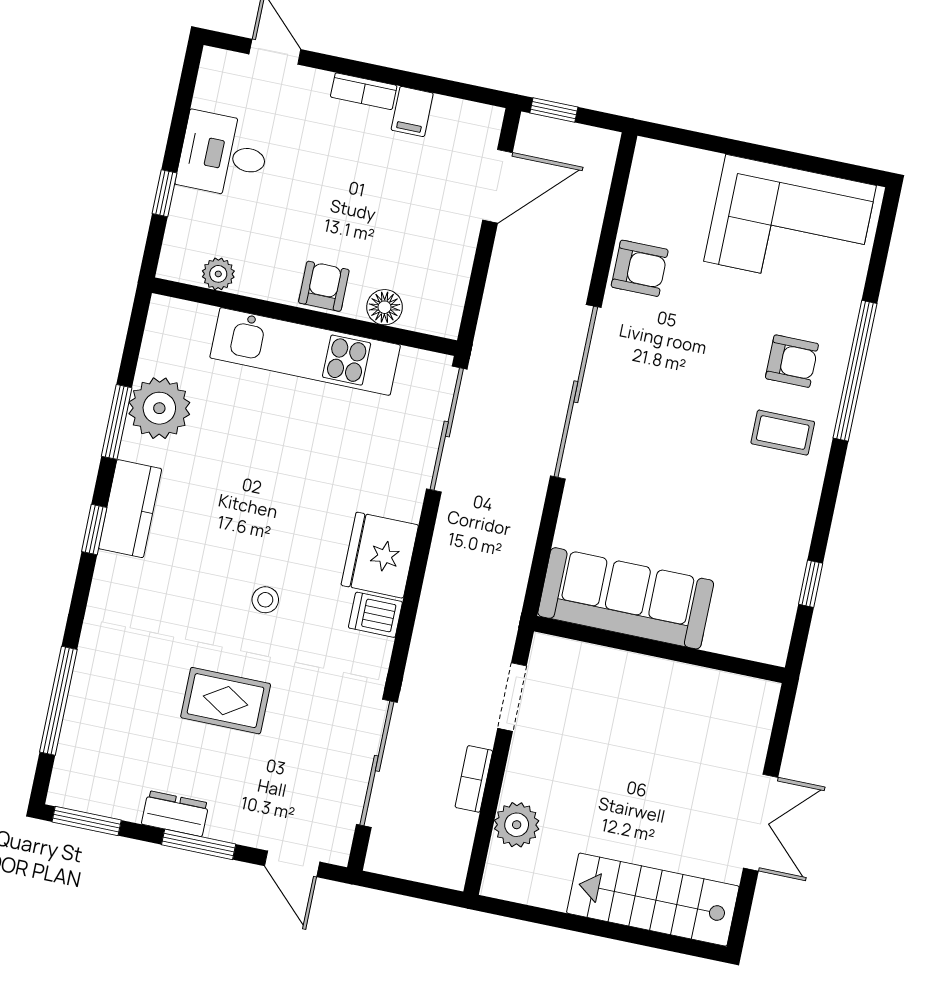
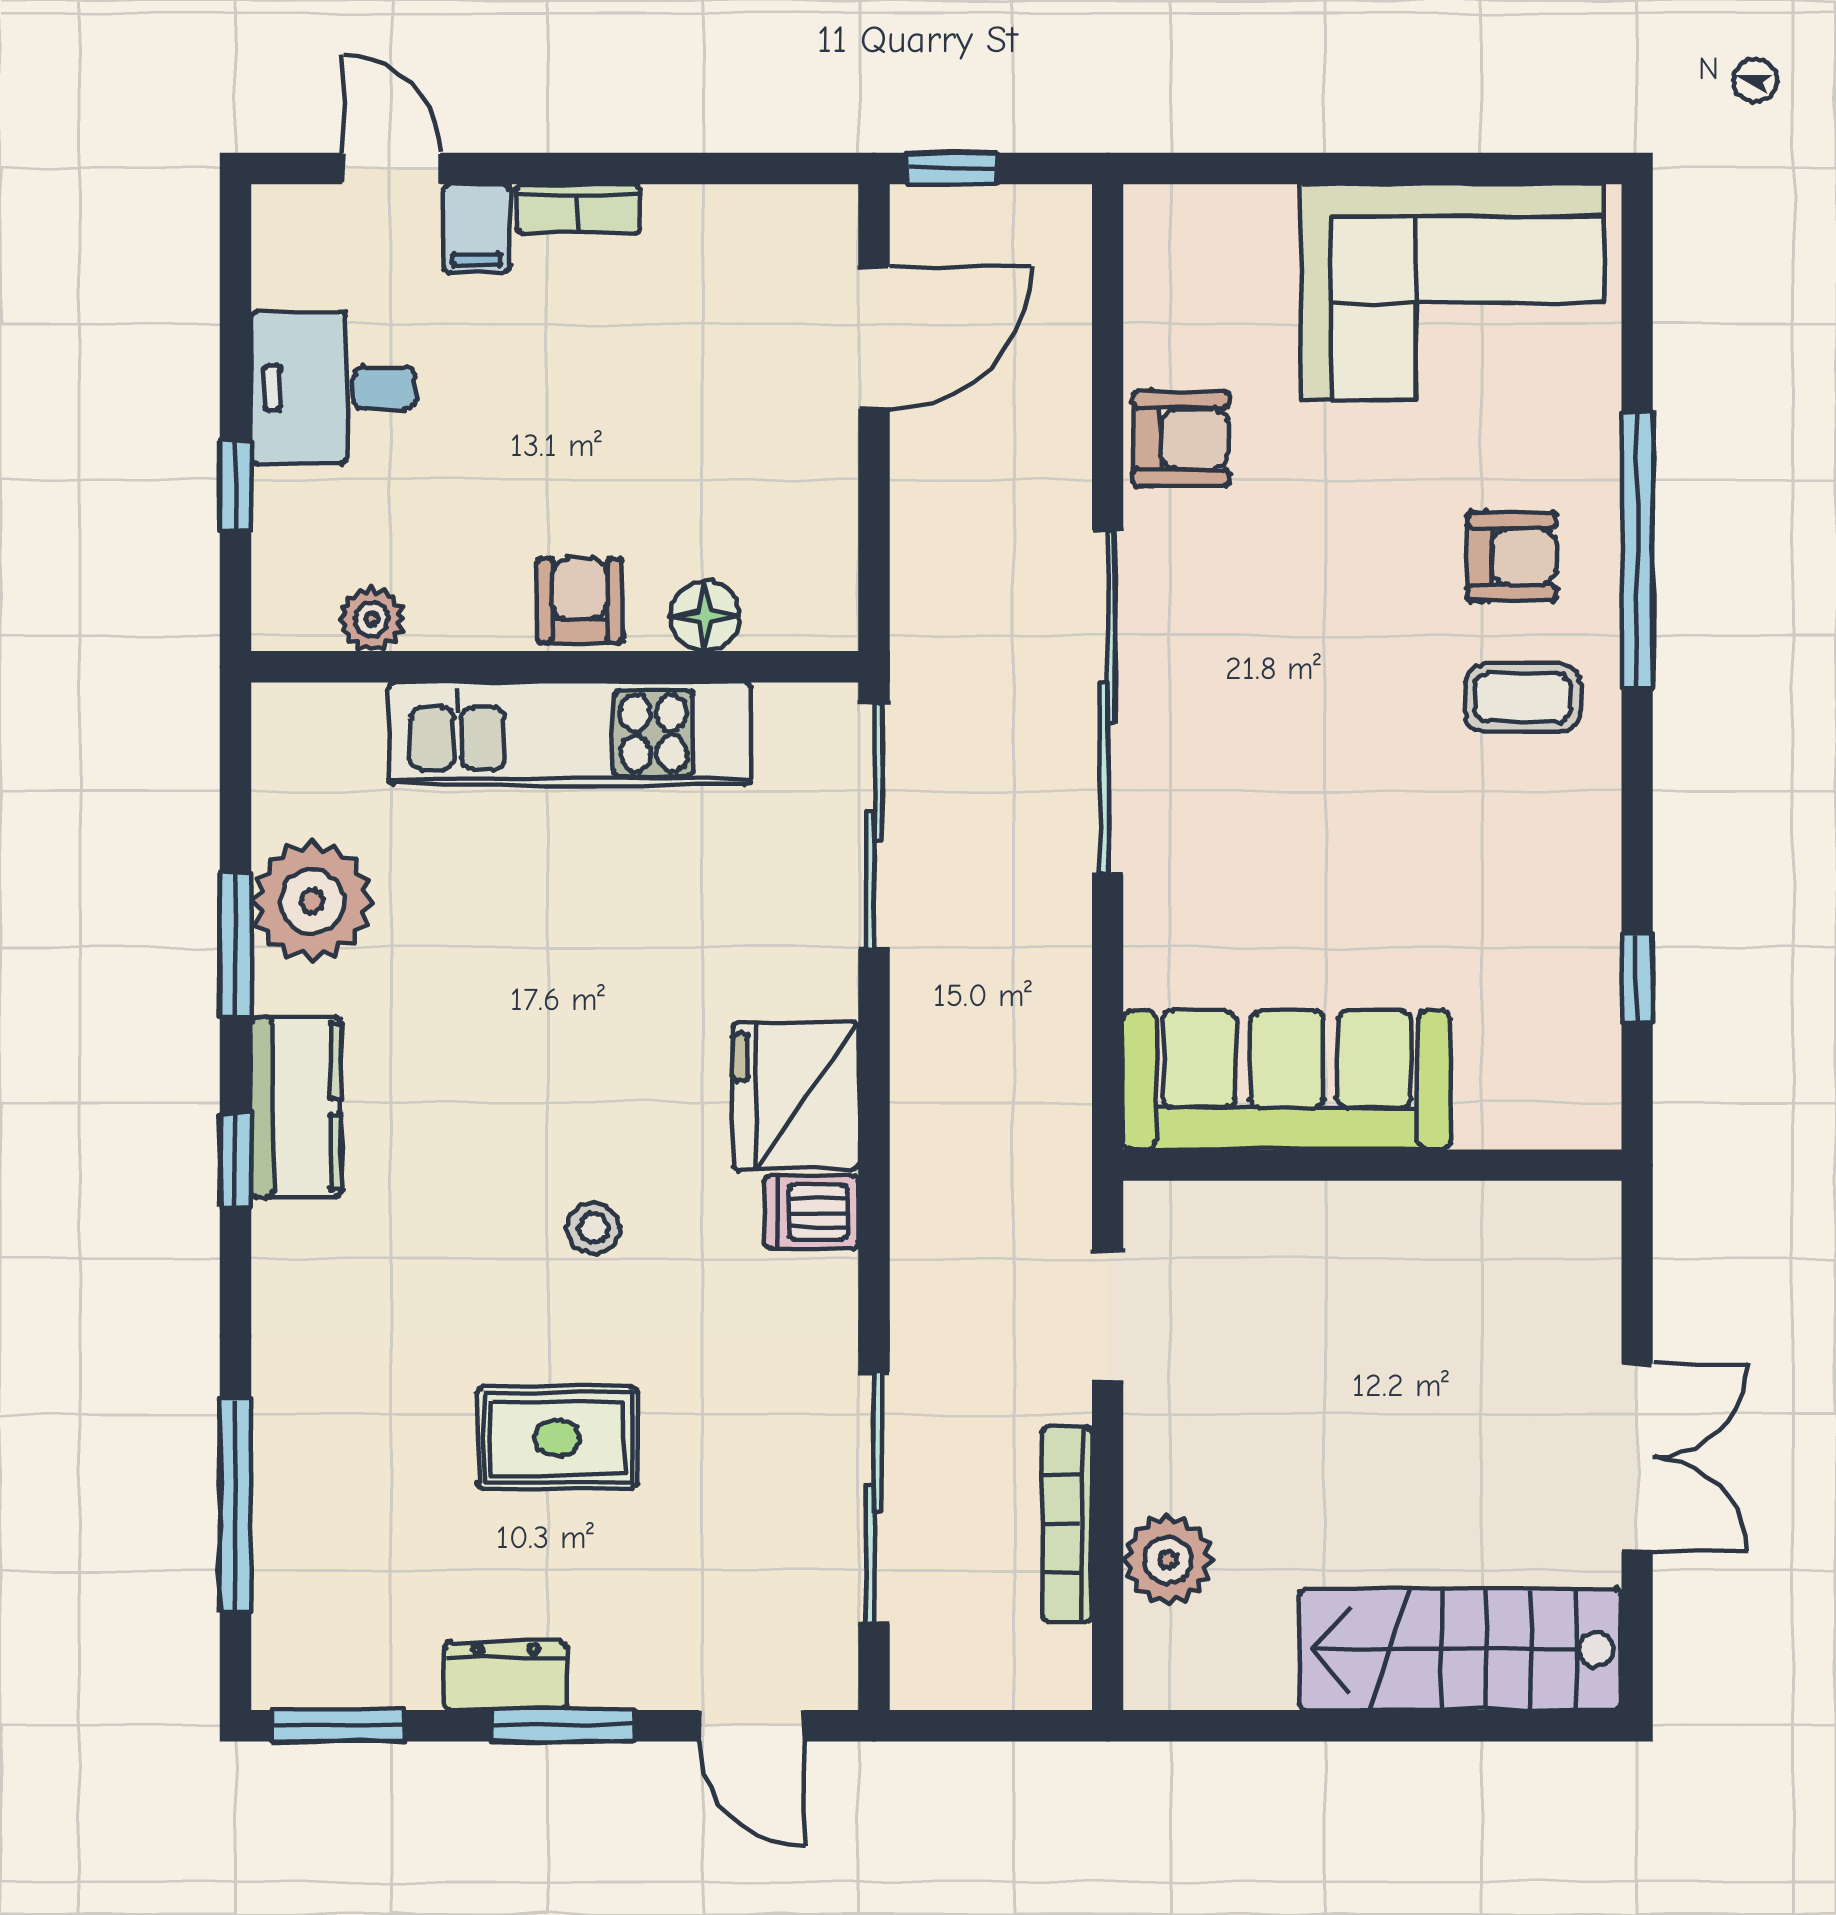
filing cabinet: (412, 112) -> (477, 228), moved
bookcase: (474, 779) -> (1067, 1524), width x1.56

